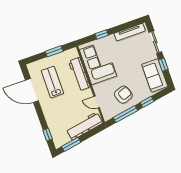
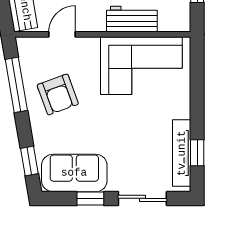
window: (102, 34) -> (197, 153), moved
workbench: (79, 74) -> (132, 19), width x0.73
window: (147, 102) -> (29, 161), moved

